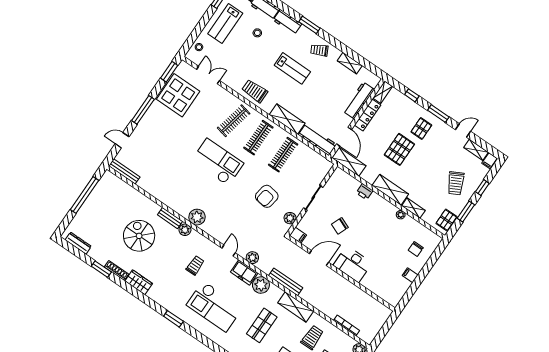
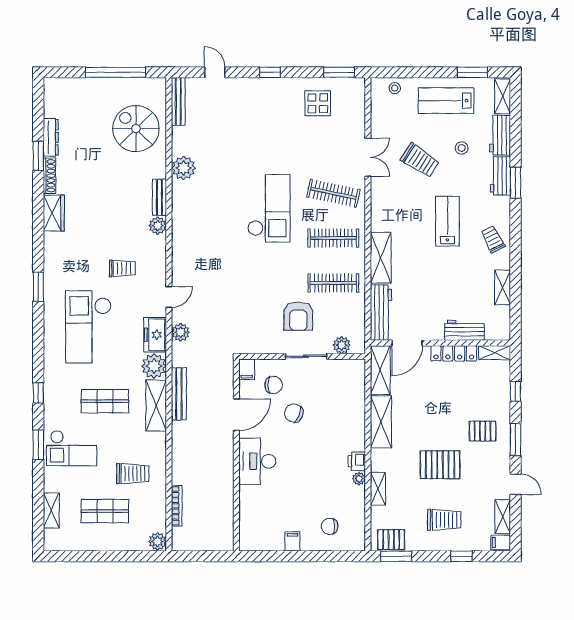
window: (309, 25) -> (516, 183), moved
lab bench: (292, 68) -> (447, 221), turned 180
double door: (208, 75) -> (368, 157), moved
trolley: (255, 91) -> (420, 160), moved, turned 123
display table: (178, 95) -> (318, 103), width x0.54, depth x0.54
workbench: (359, 100) -> (464, 330), width x0.73
window: (143, 110) -> (270, 72), width x0.46
pallet: (399, 149) -> (440, 465), moved
trolley: (456, 183) -> (444, 520), turned -152
shelving: (390, 190) -> (381, 422), moved
printer: (364, 192) -> (357, 461), moved
armchair: (267, 196) -> (298, 316), moved, turned -99
window: (466, 211) -> (396, 556), moved
plant: (197, 217) -> (184, 168), moved
plant: (290, 218) -> (342, 345), moved
chair: (317, 226) -> (274, 385), added
spiral stairs: (139, 236) -> (136, 129), moved, turned -90
dresser: (78, 243) -> (51, 137), moved
door: (319, 258) -> (236, 415), hinge flipped
shelving: (296, 307) -> (156, 405), moved

